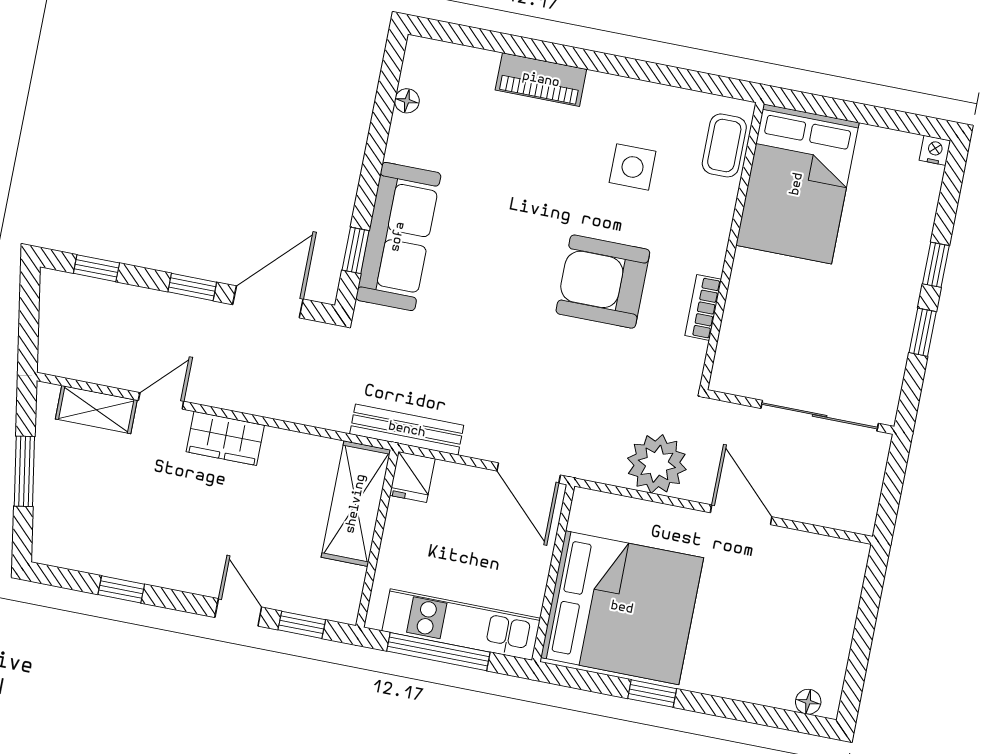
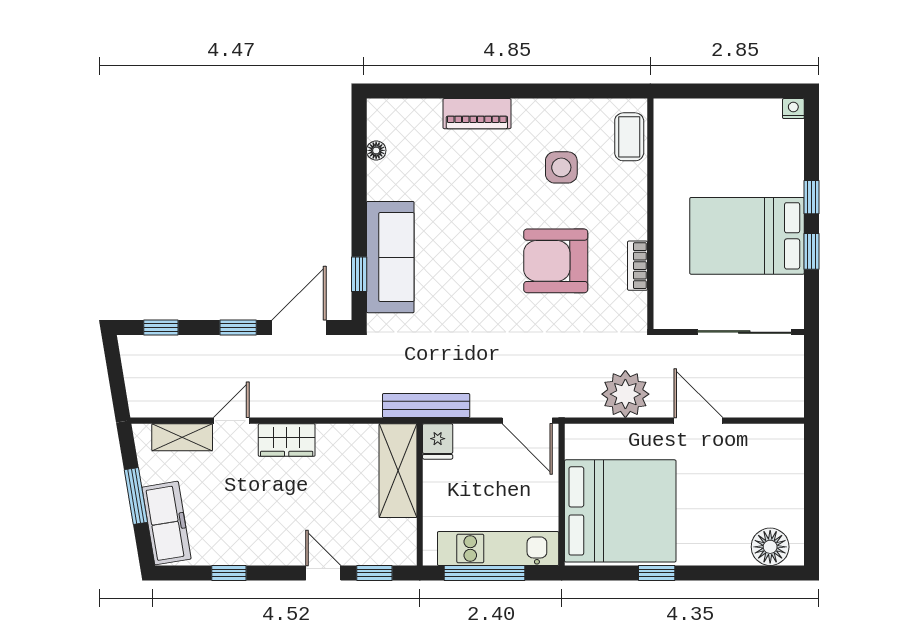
bed: (797, 184) -> (747, 236), moved, turned 90
freezer: (56, 512) -> (166, 523), added
floor lamp: (808, 702) -> (770, 547), width x1.89, depth x1.89

